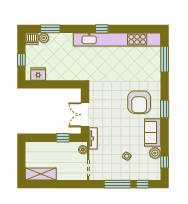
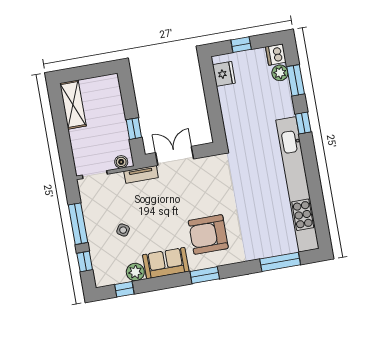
window: (102, 29) -> (303, 123), moved

